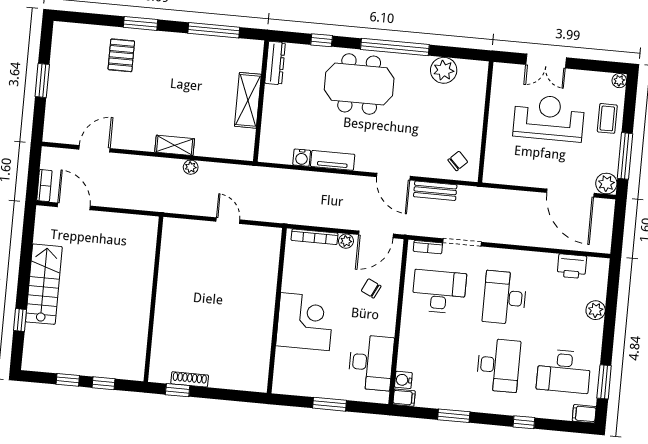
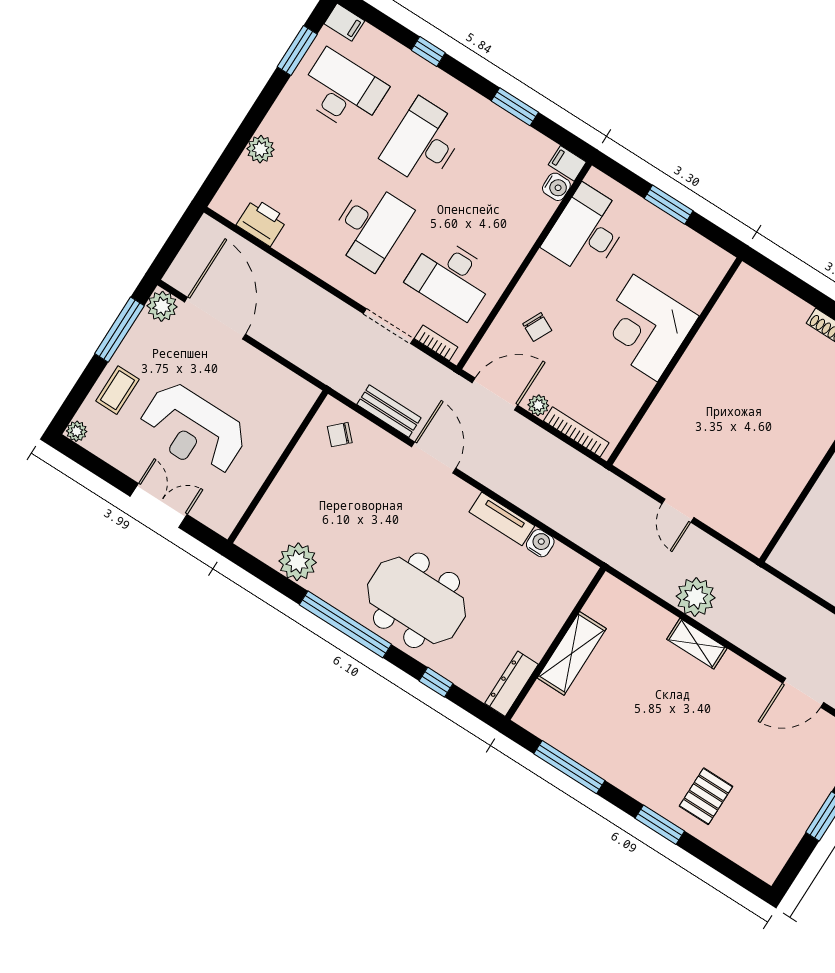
plant: (191, 167) -> (696, 597), width x1.87, depth x1.87

